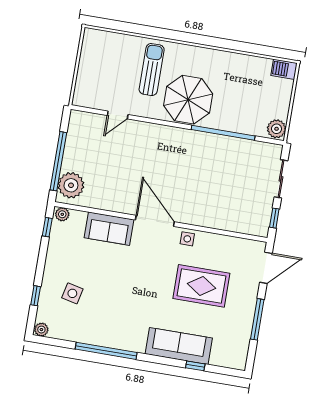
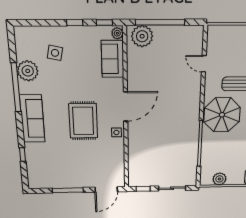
plant: (277, 129) -> (219, 179), moved
sofa: (109, 229) -> (113, 59), moved
door: (266, 268) -> (106, 189), hinge flipped
rug: (201, 286) -> (83, 121), moved
window: (36, 296) -> (75, 23), moved
plant: (41, 330) -> (28, 71), moved, width x1.88, depth x1.88
sofa: (179, 346) -> (32, 119), moved

